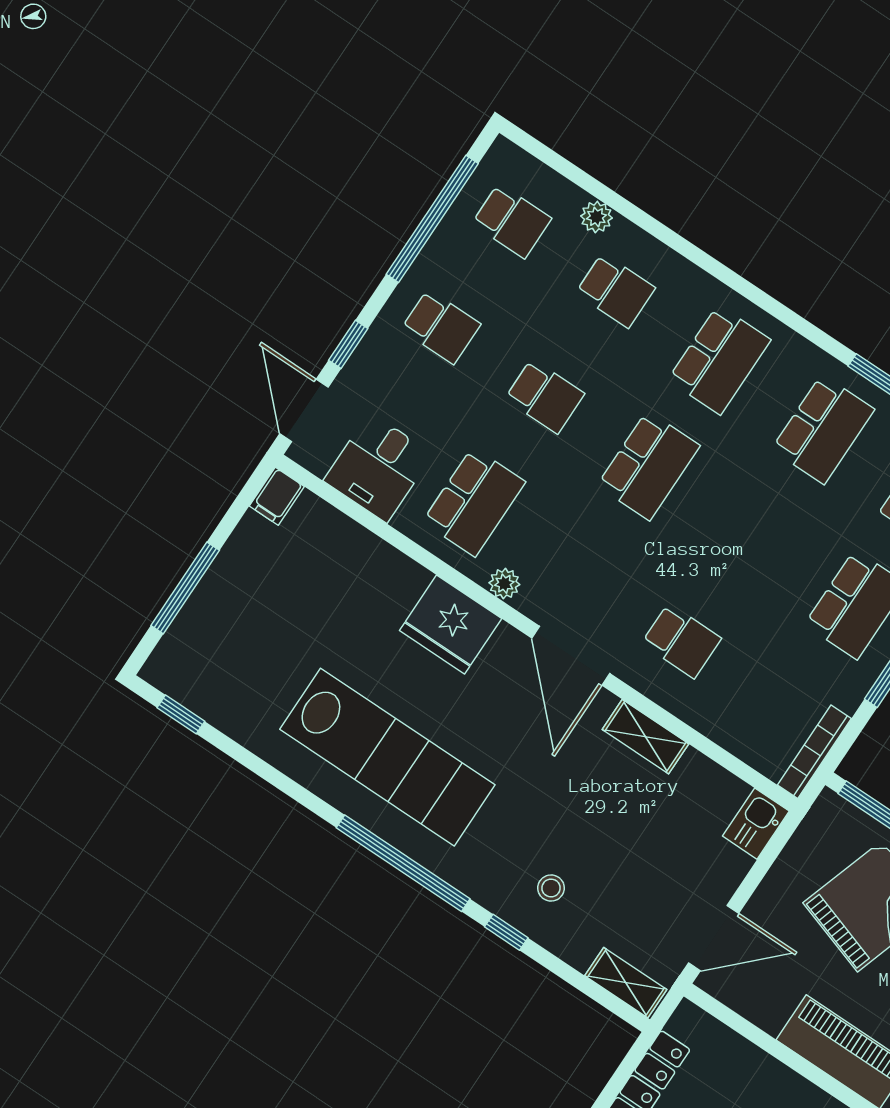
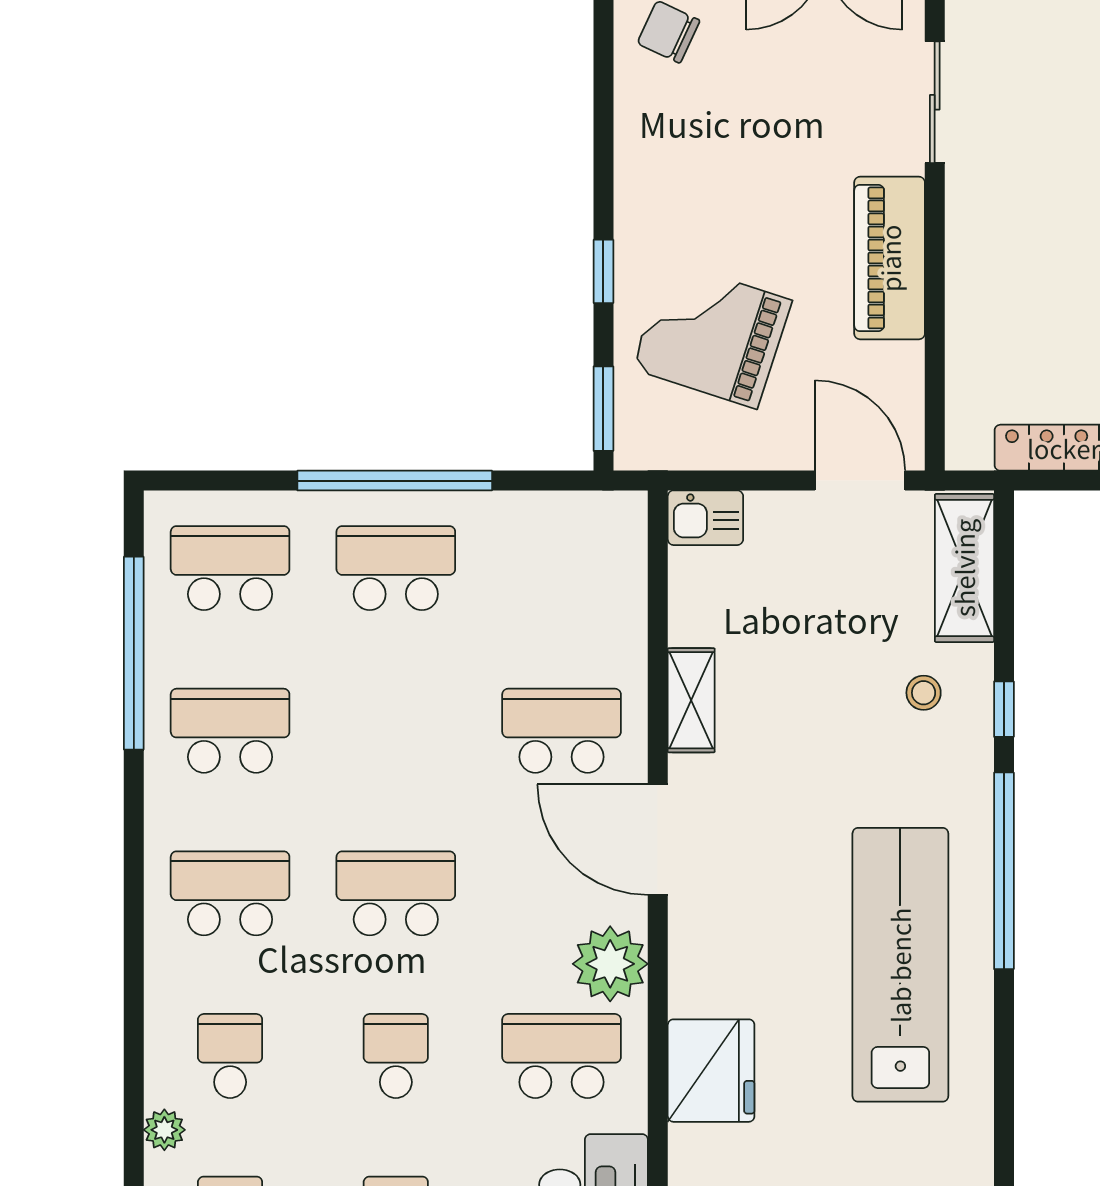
plant: (504, 584) -> (610, 964), width x1.87, depth x1.87
fridge: (451, 624) -> (711, 1071), moved
school desk: (681, 641) -> (562, 731), width x1.85
door: (571, 656) -> (658, 840), swing flipped
bookcase: (814, 752) -> (585, 506), removed
shelving: (626, 983) -> (964, 568), width x1.50, depth x1.33

